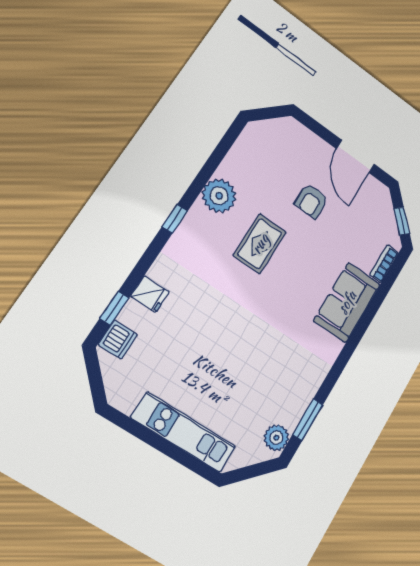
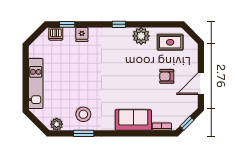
rug: (260, 244) -> (170, 42), moved
stool: (288, 380) -> (83, 114), added
window: (308, 420) -> (84, 133), moved

